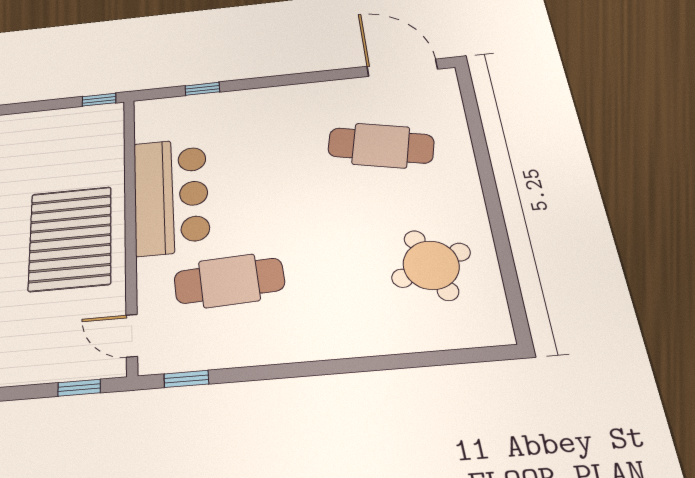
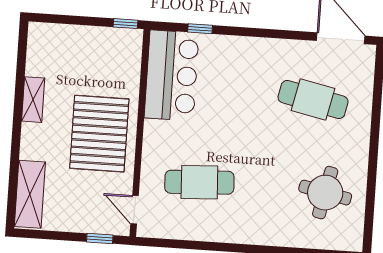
bar counter: (171, 195) -> (172, 75), moved
round table: (431, 265) -> (325, 193), turned 33
window: (186, 379) -> (165, 243), removed

